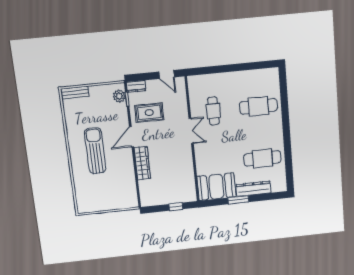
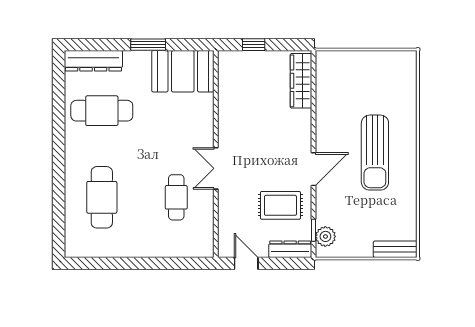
dresser: (136, 86) -> (290, 249), width x1.44
cafe table: (258, 106) -> (102, 197), turned 90
wardrobe: (142, 163) -> (301, 81), moved
dresser: (253, 189) -> (93, 61), moved

